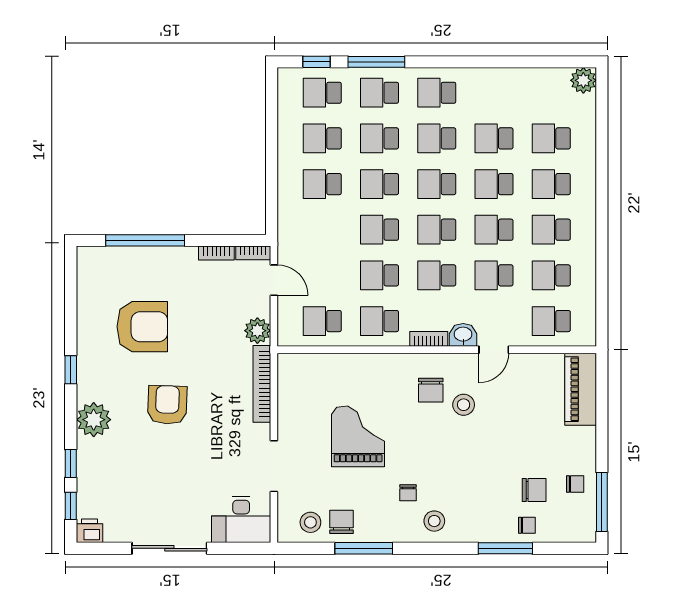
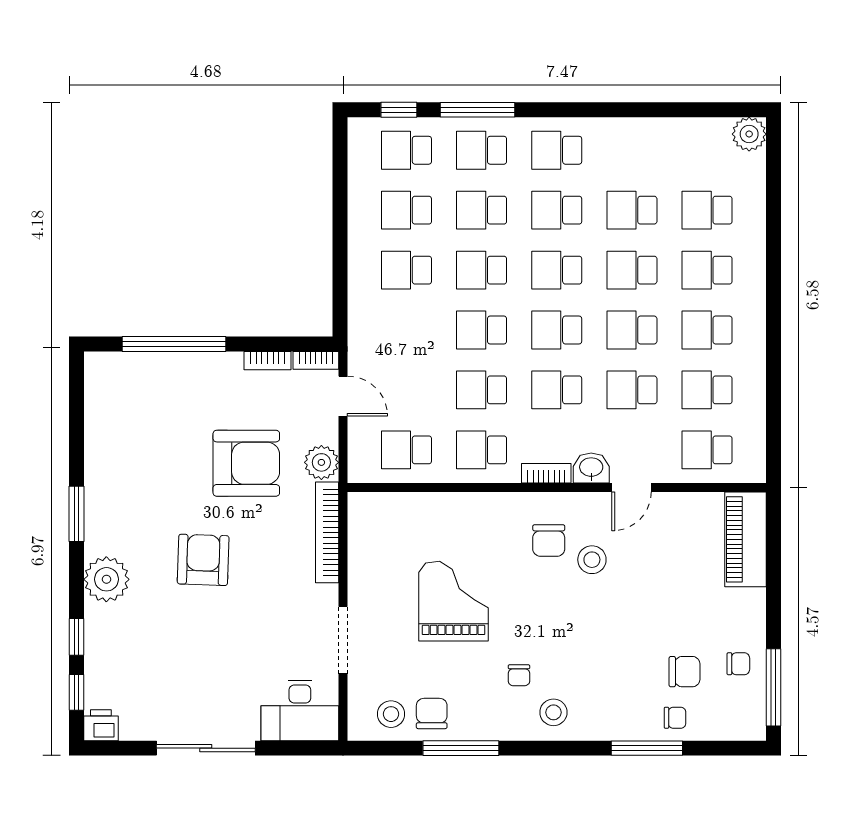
armchair: (142, 327) -> (246, 463), moved
window: (71, 370) -> (76, 514), width x1.50

